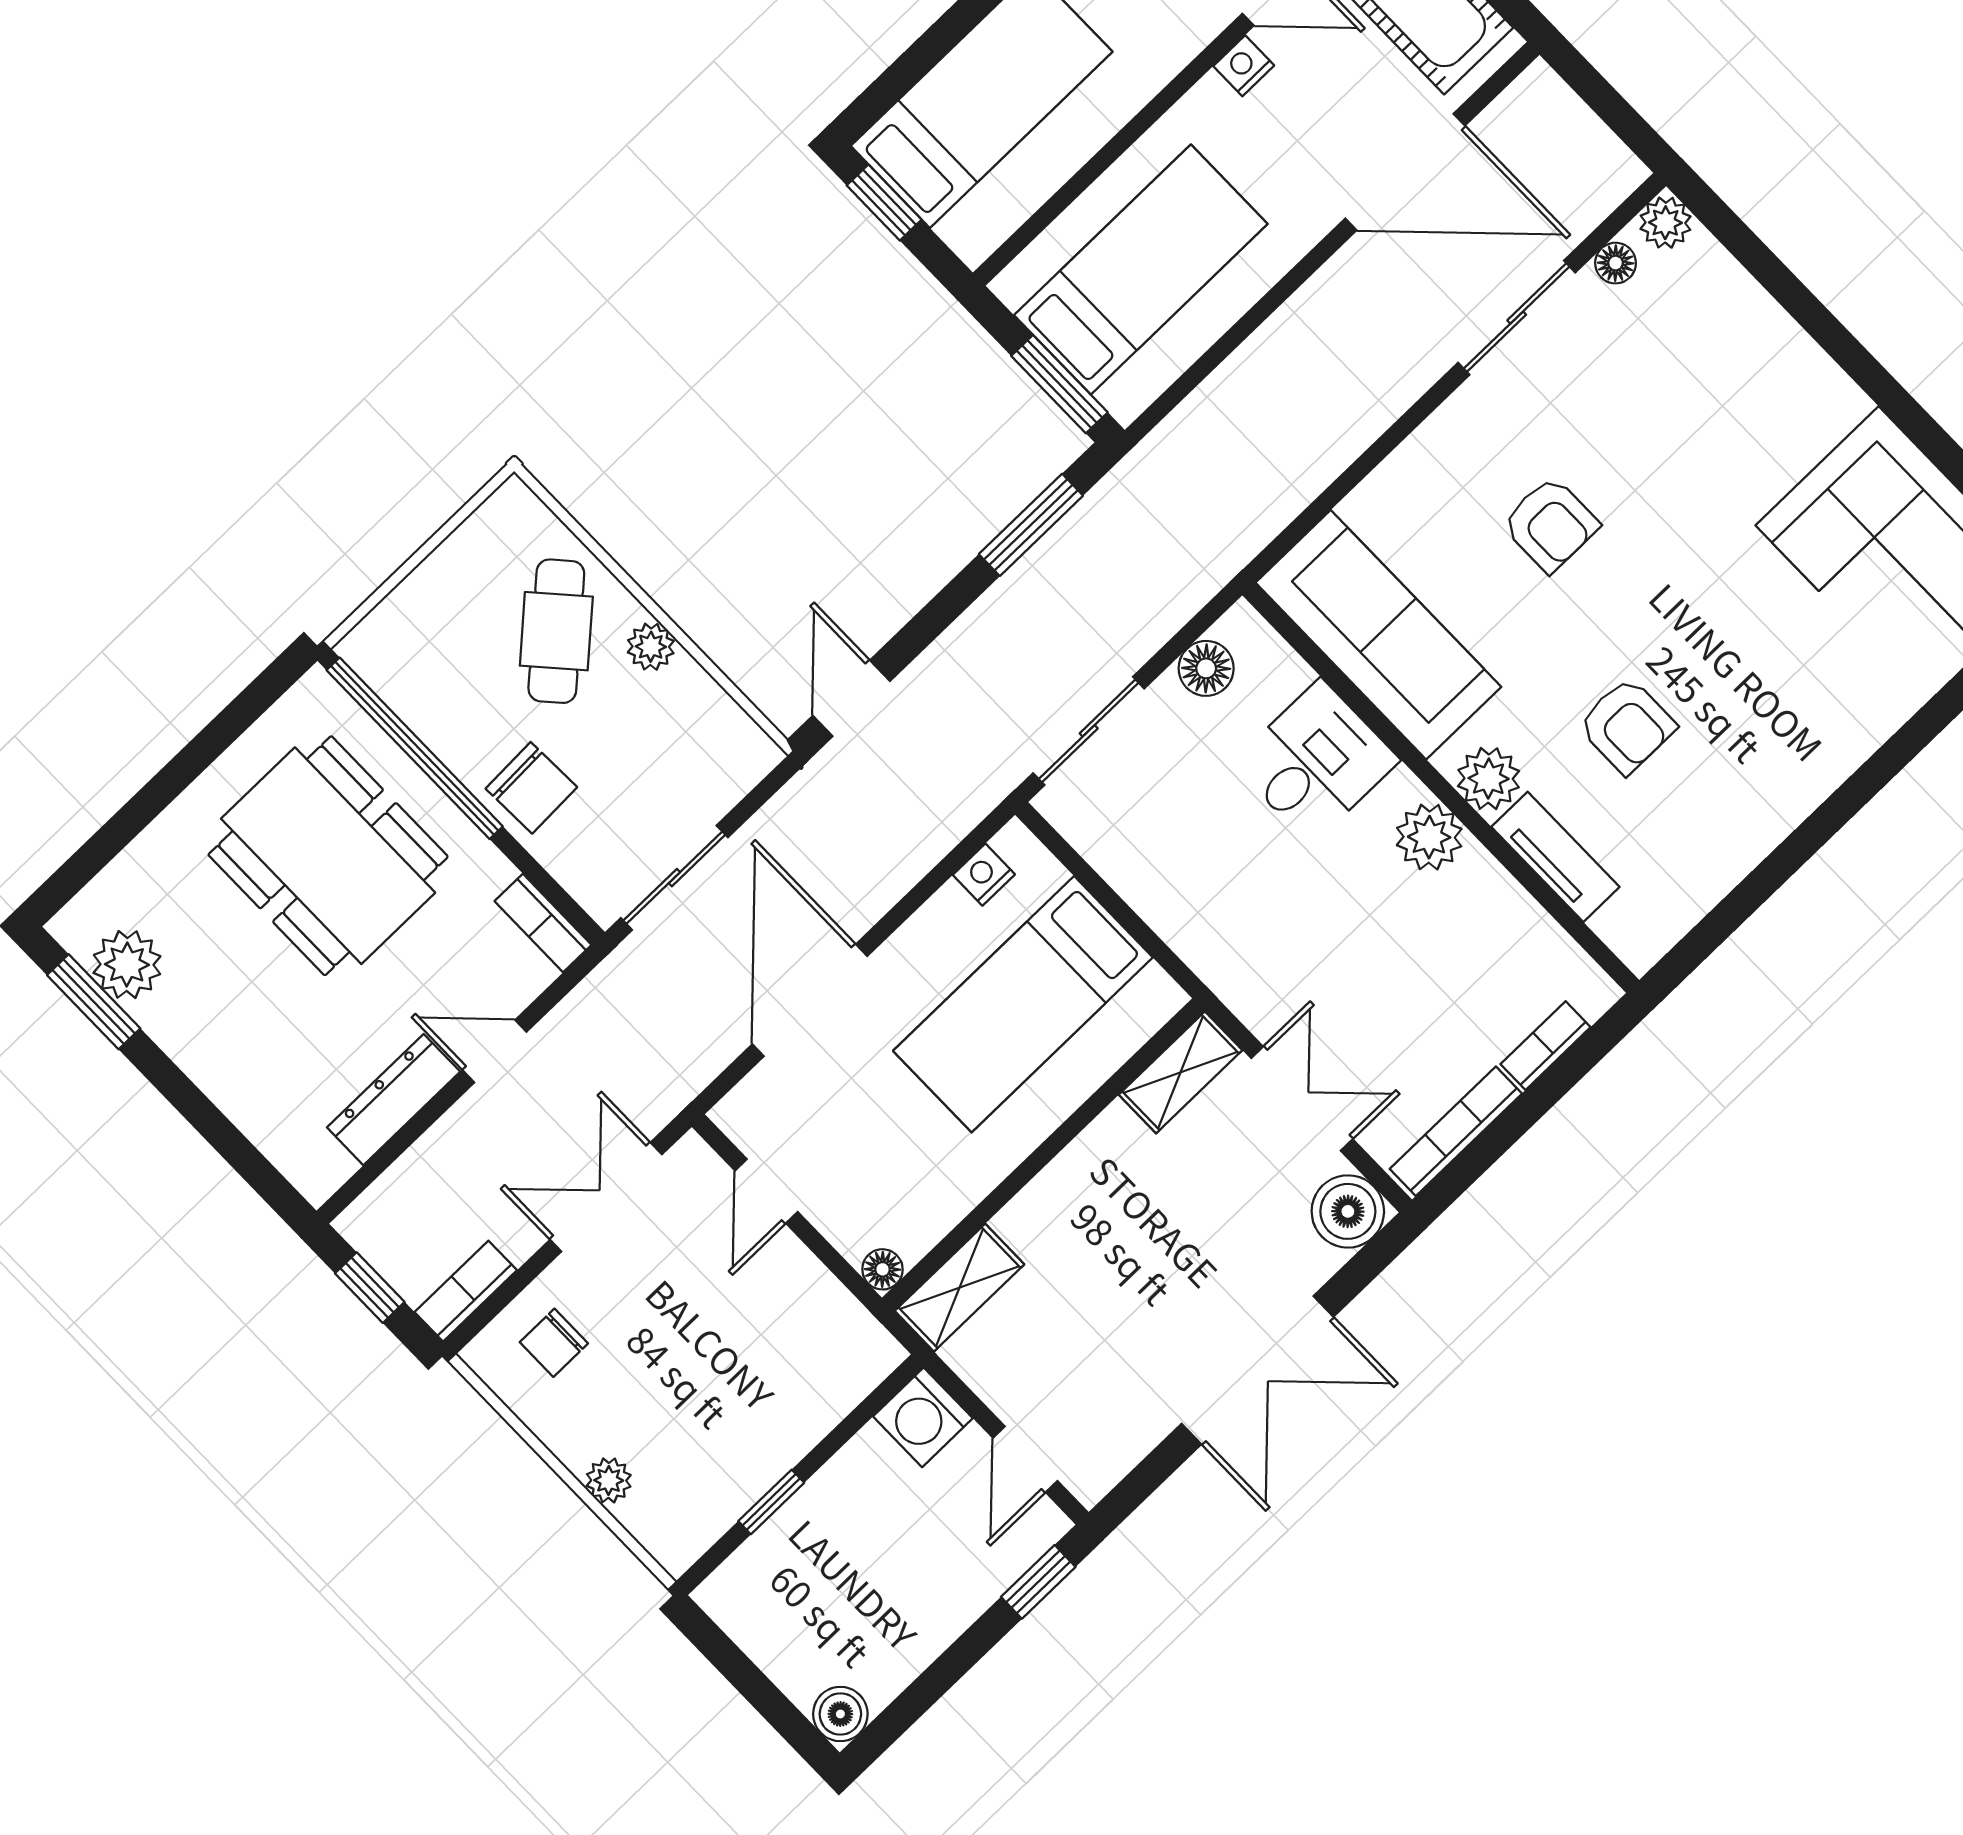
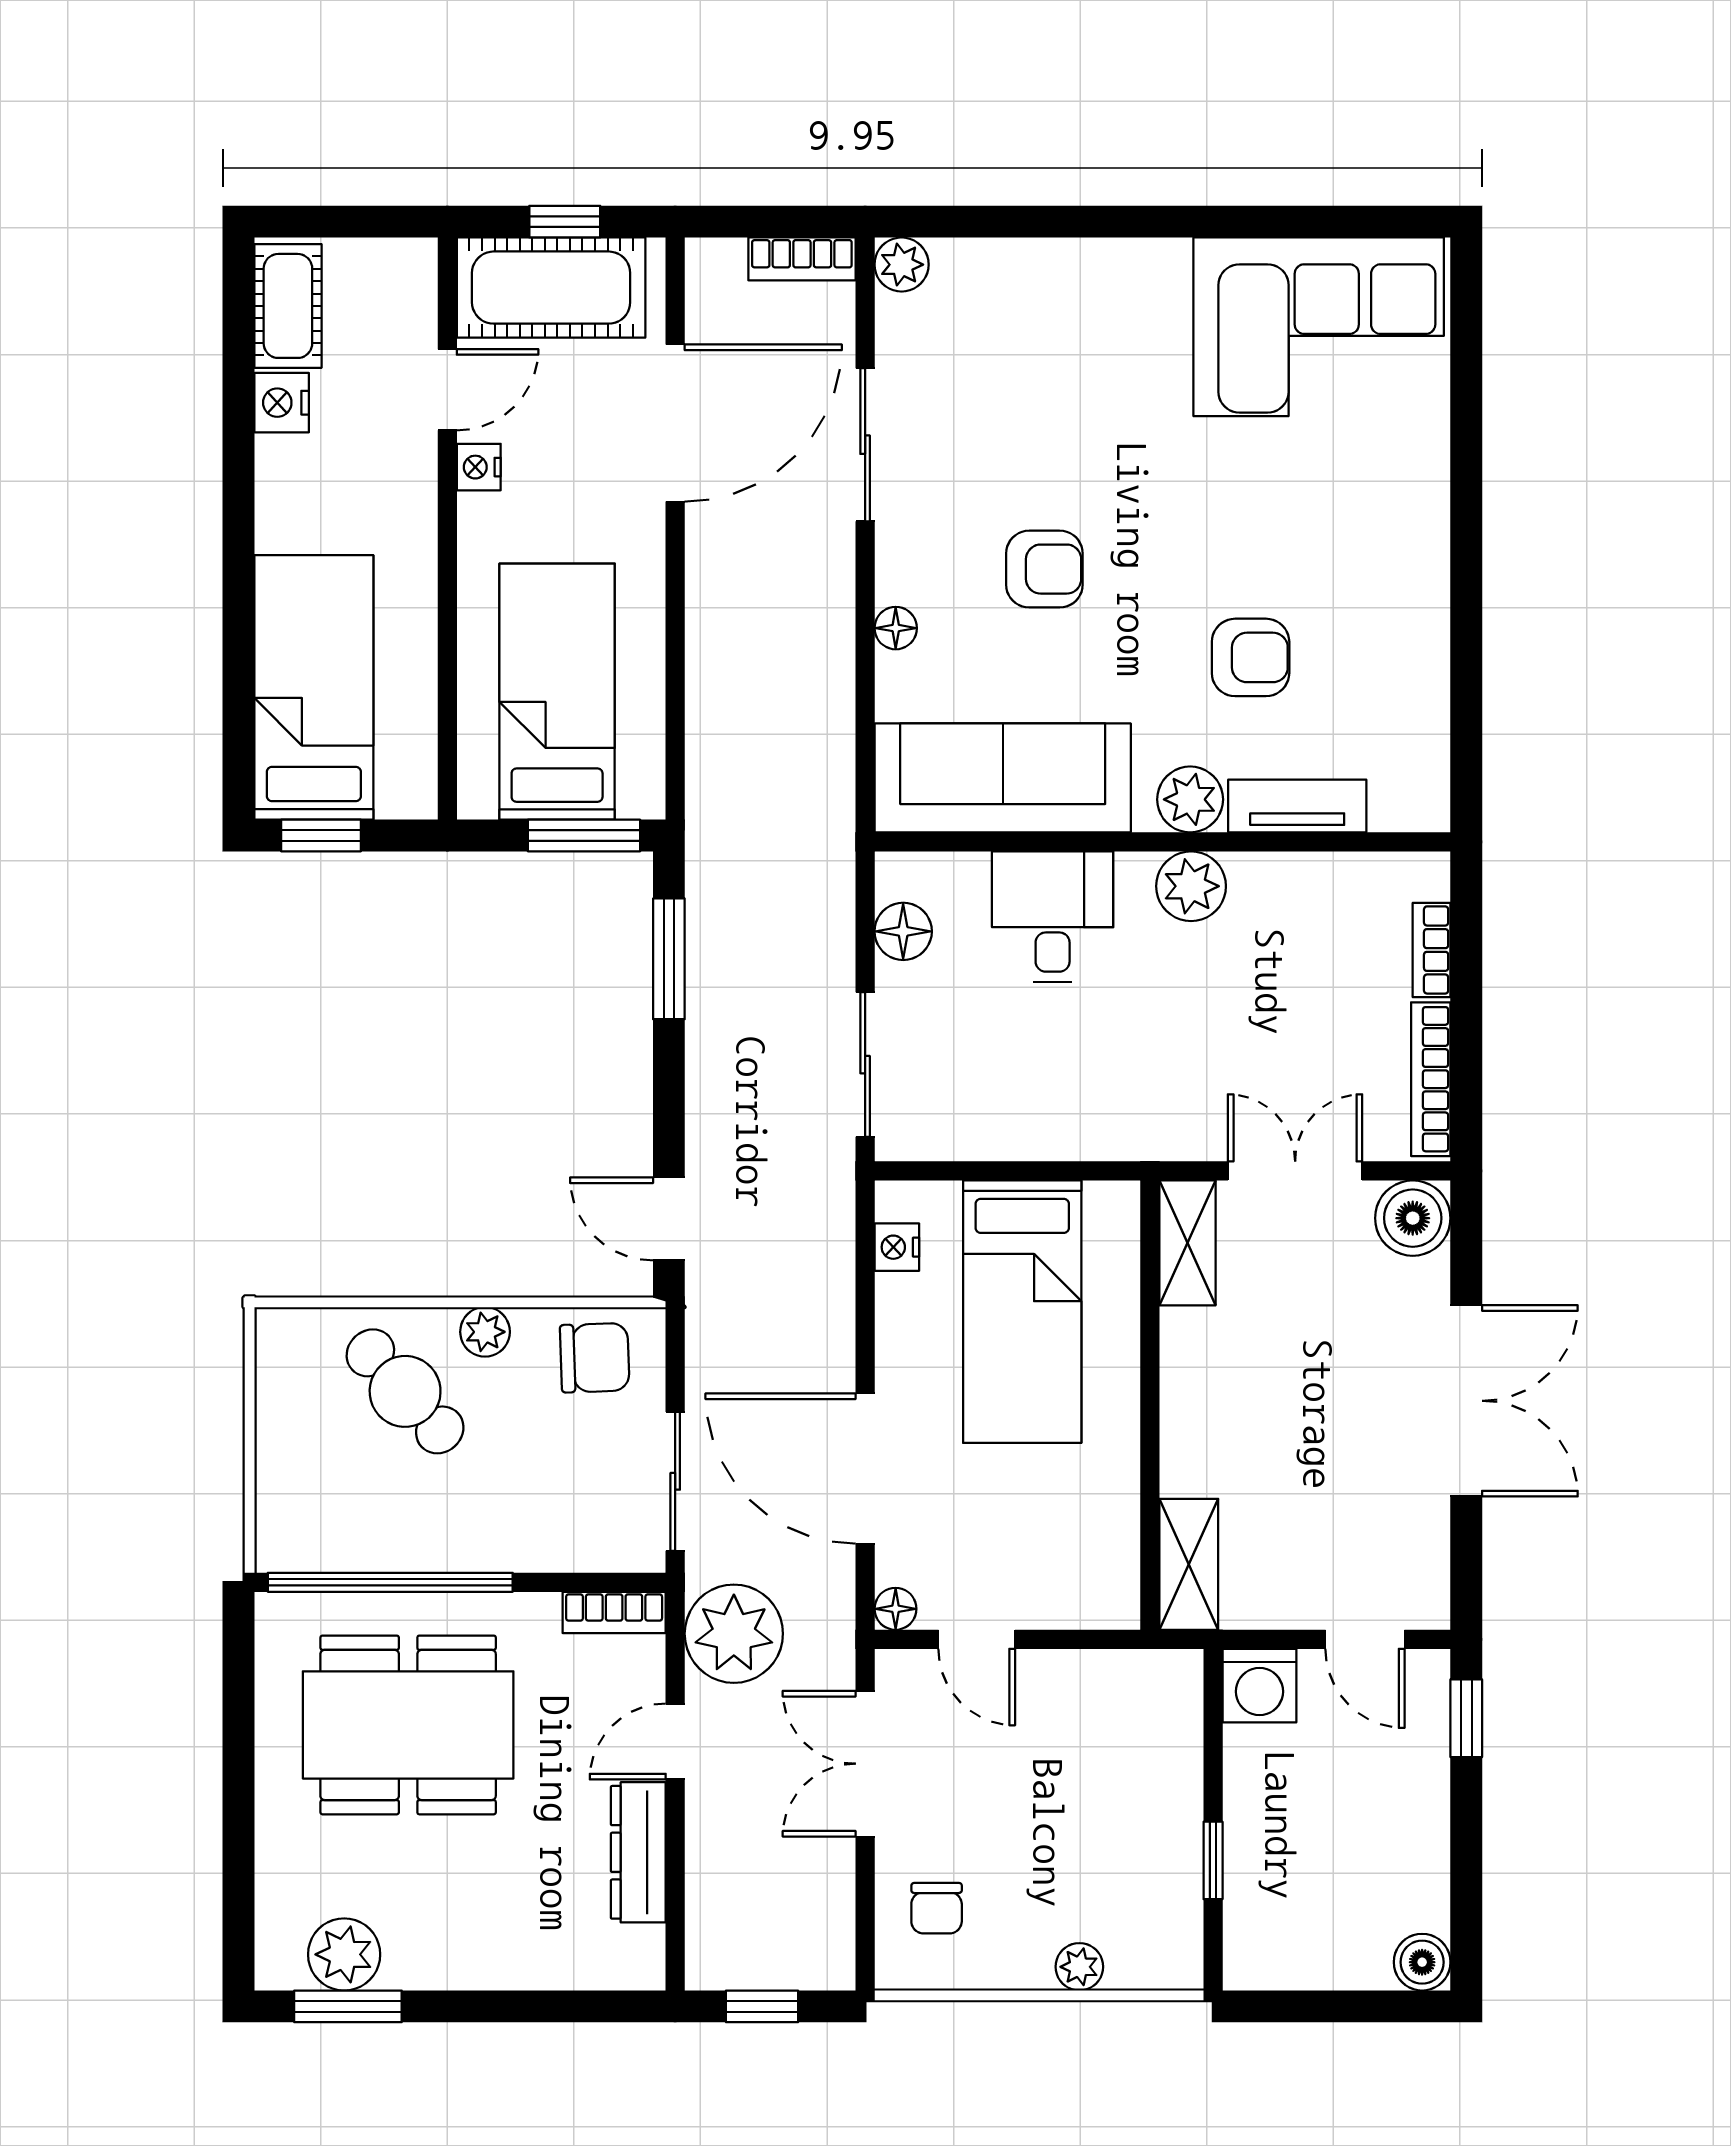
floor lamp: (1616, 263) -> (896, 628), moved
chair: (531, 788) -> (595, 1358), moved
plant: (608, 1020) -> (734, 1634), added
floor lamp: (882, 1269) -> (896, 1609), moved
bookcase: (466, 1291) -> (802, 259), moved, turned -90

